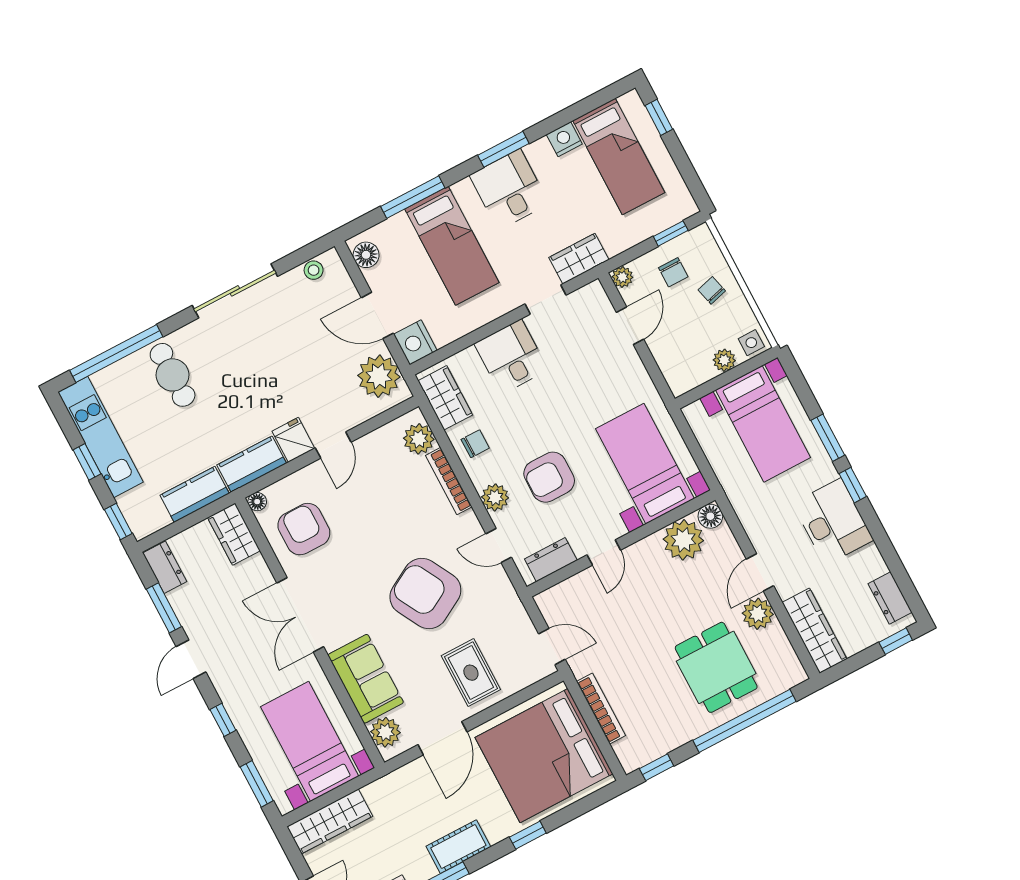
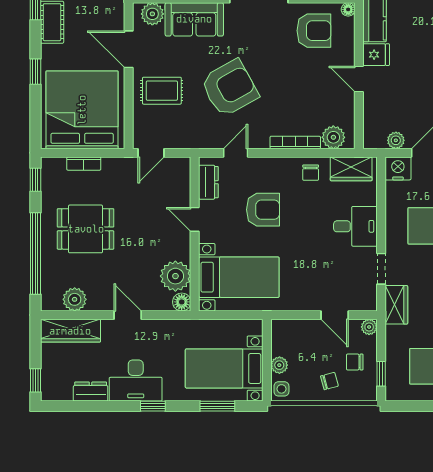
plant: (379, 376) -> (396, 140), width x0.53, depth x0.53
window: (828, 438) -> (217, 406), moved
armchair: (549, 477) -> (263, 210), turned 90
plant: (495, 497) -> (269, 167), removed
dresser: (890, 598) -> (91, 392), moved
plant: (758, 614) -> (75, 299), moved
dining table: (716, 667) -> (86, 229), moved
bookcase: (601, 709) -> (84, 164), width x0.64

